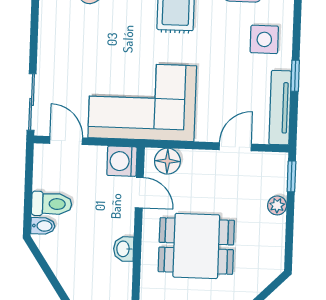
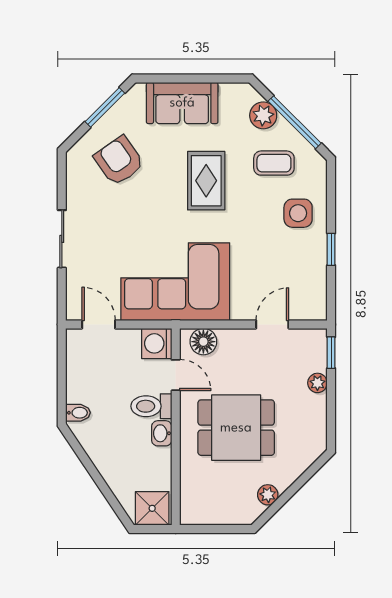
sliding door: (32, 102) -> (62, 239), moved
tv unit: (280, 108) -> (317, 283), removed
toilet: (52, 204) -> (151, 406), moved, turned 180

